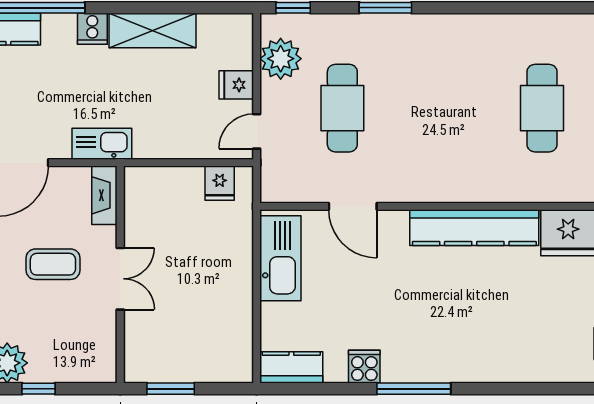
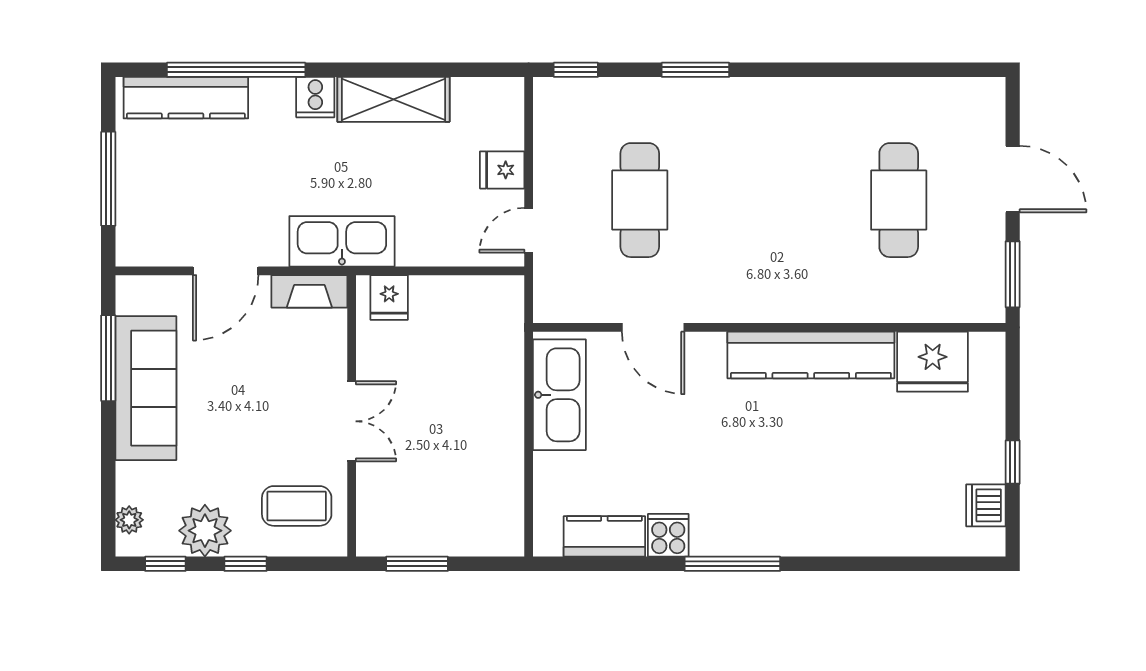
plant: (281, 59) -> (560, 136), removed
kitchen sink: (102, 144) -> (342, 241), width x1.36, depth x1.24
fridge: (220, 183) -> (389, 297), moved
fireplace: (104, 195) -> (309, 291), moved, turned -90
coffee table: (53, 264) -> (297, 506), moved
kitchen counter: (291, 367) -> (604, 536), moved

